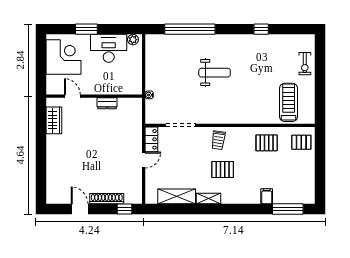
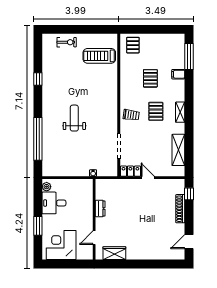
desk: (109, 48) -> (54, 203), width x0.73
pallet: (267, 143) -> (150, 78), moved
shelving: (208, 199) -> (180, 112), moved
door: (80, 209) -> (189, 242), moved

